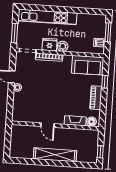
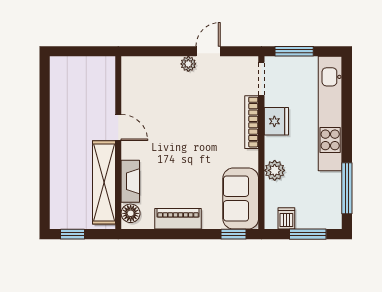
window: (86, 11) -> (347, 188), added
plant: (63, 46) -> (275, 170), moved
window: (105, 82) -> (233, 234), moved
door: (48, 125) -> (118, 128), swing flipped
shelving: (55, 155) -> (104, 182), moved

